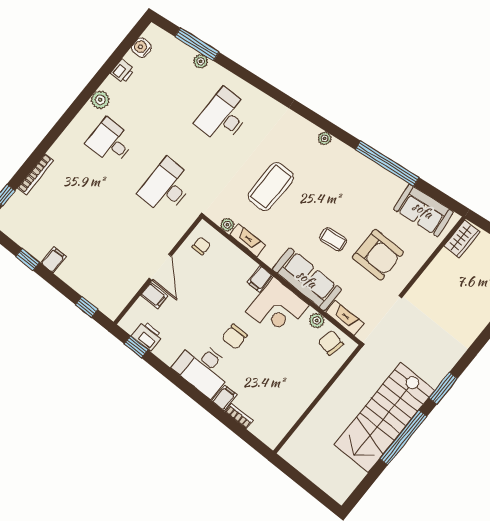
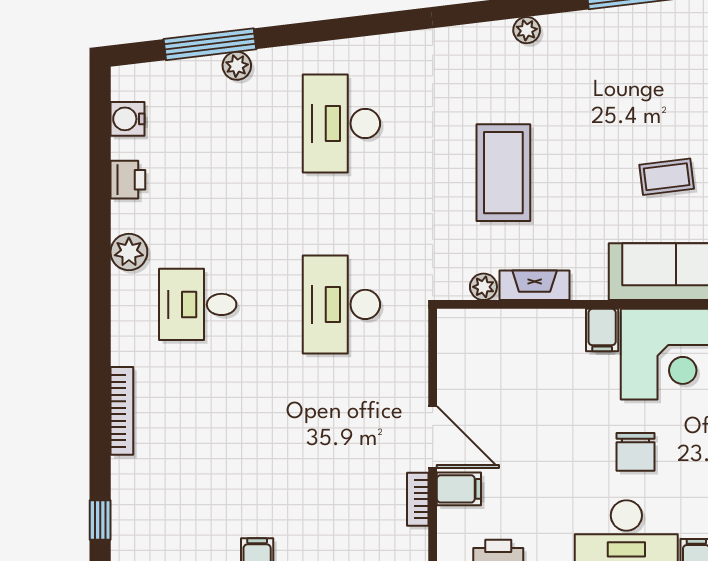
bookcase: (36, 174) -> (122, 411), moved
chair: (201, 246) -> (470, 352), removed
bookcase: (135, 287) -> (418, 499), added

